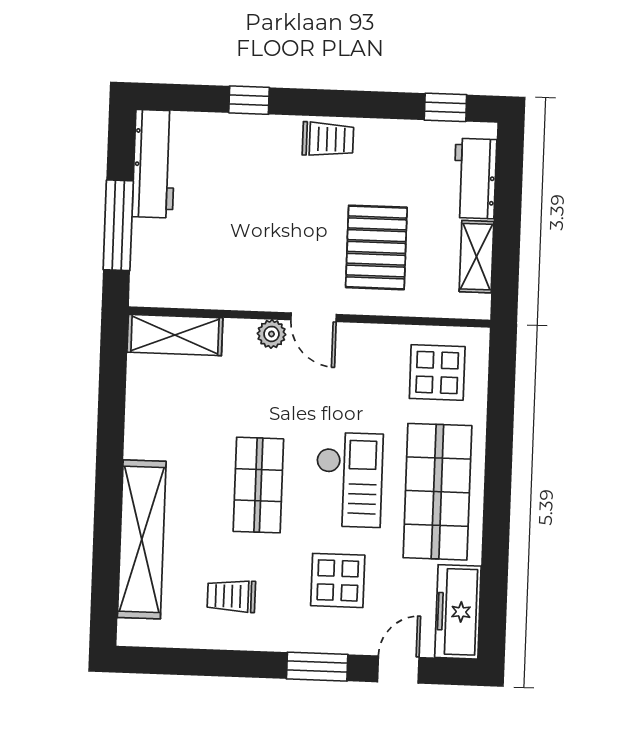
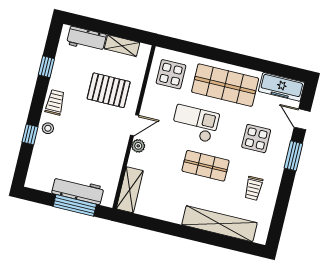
window: (445, 107) -> (46, 67), moved
stool: (270, 135) -> (48, 128), added
workbench: (154, 164) -> (78, 190), moved
checkout: (349, 480) -> (195, 124), moved

